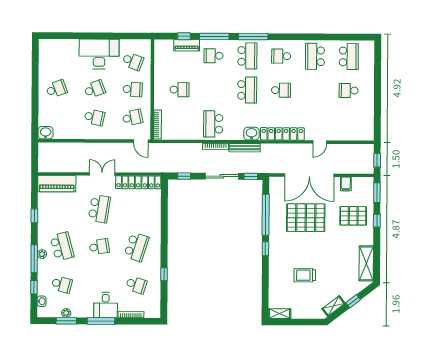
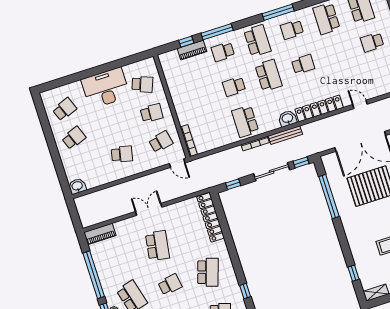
window: (253, 37) -> (278, 12), moved
school desk: (94, 89) -> (65, 109), moved
school desk: (180, 90) -> (234, 87), moved, turned 180
door: (320, 142) -> (360, 104), swing flipped
locker: (138, 182) -> (210, 217), moved, turned 90
piano: (57, 184) -> (100, 234), width x0.73, depth x0.75
window: (34, 216) -> (94, 275), width x3.17
window: (265, 249) -> (354, 273), moved

